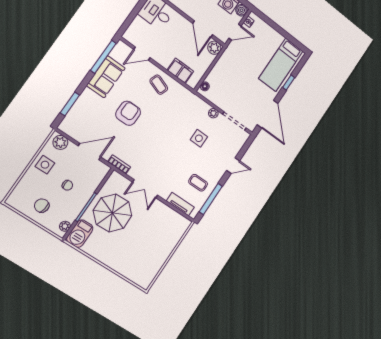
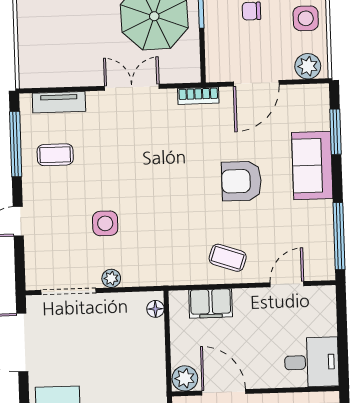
sofa: (106, 77) -> (312, 166), moved
armchair: (128, 113) -> (241, 181), turned 90

